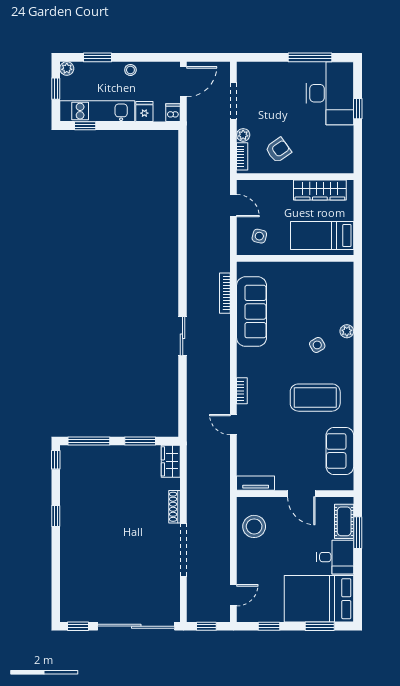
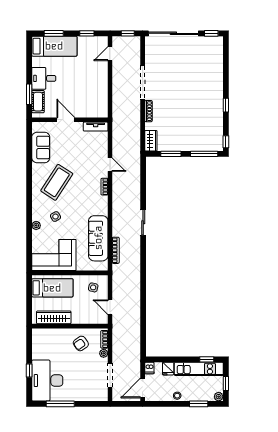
corner sofa: (320, 286) -> (54, 255), added
coffee table: (315, 398) -> (57, 182), turned -57
stool: (254, 526) -> (97, 98), removed
bed: (319, 599) -> (54, 46), width x0.67

